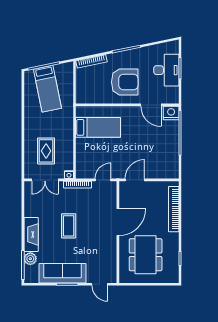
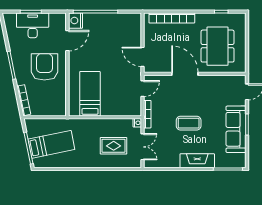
door: (103, 180) -> (143, 89), swing flipped
dining table: (146, 255) -> (218, 46), turned 90
plant: (30, 259) -> (222, 162), removed

